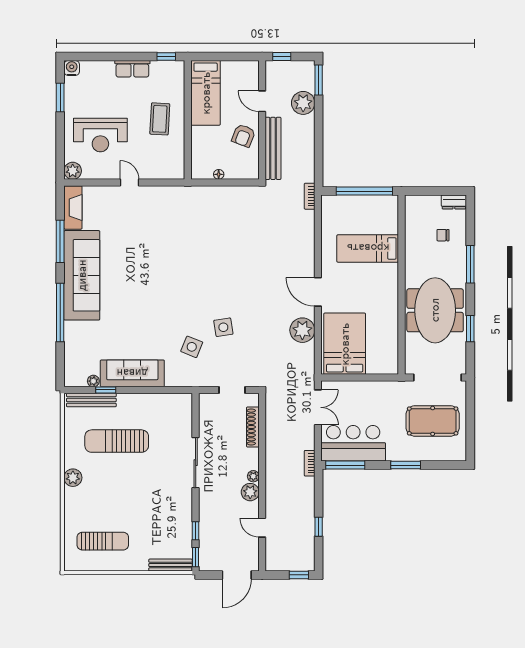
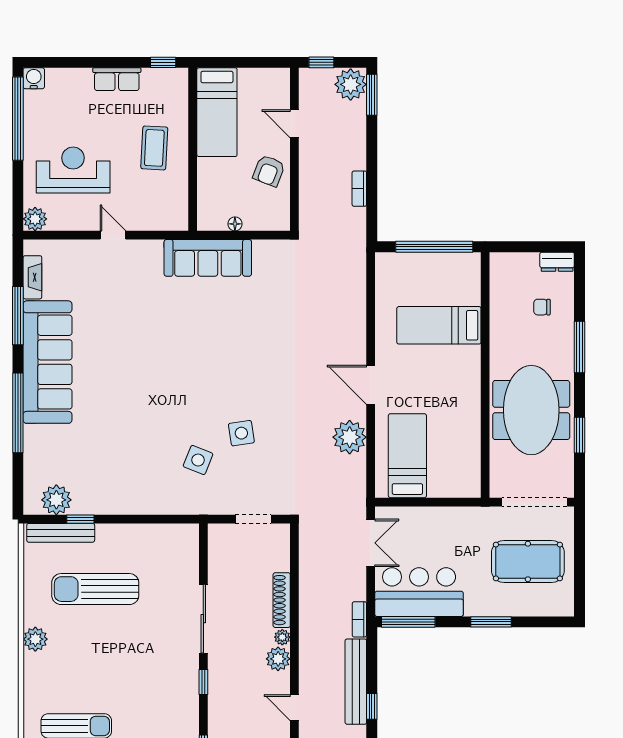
window: (60, 97) -> (18, 119), width x2.11
plant: (303, 103) -> (351, 84), moved
reception desk: (100, 135) -> (73, 170), turned 180
bench: (273, 148) -> (356, 682), moved
bookcase: (310, 196) -> (359, 189), moved
fireplace: (73, 208) -> (32, 277), width x0.73, depth x0.76
bed: (345, 344) -> (407, 456), width x0.67
sofa: (132, 373) -> (208, 258), moved, turned 180
plant: (93, 381) -> (56, 500), width x1.88, depth x1.88
shoe rack: (253, 427) -> (282, 600), moved
window: (196, 531) -> (203, 682), moved

